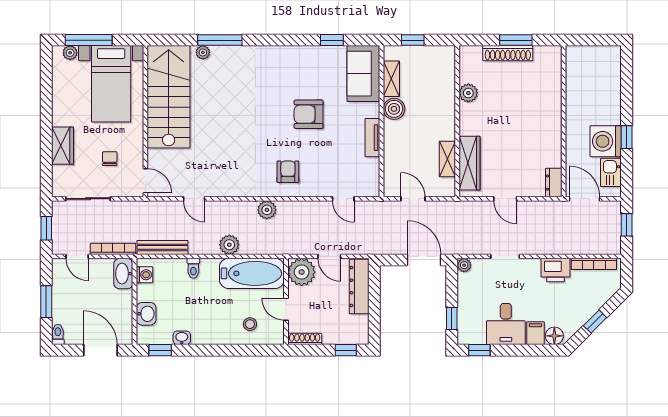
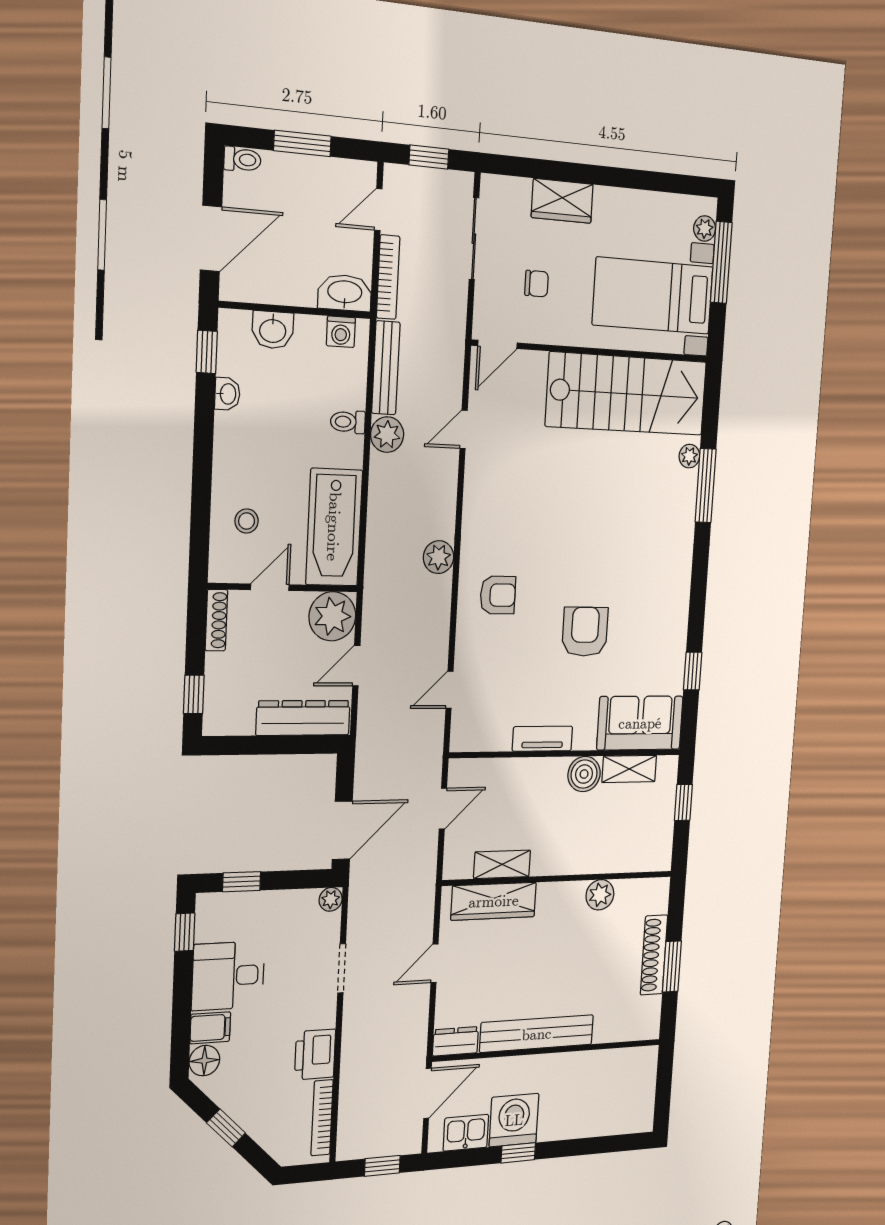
bench: (552, 130) -> (537, 1034), added
plant: (229, 245) -> (387, 435), moved

